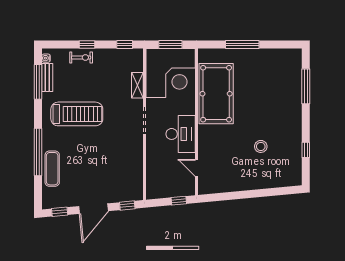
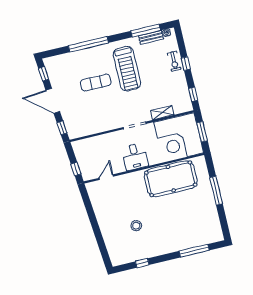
desk: (181, 134) -> (135, 157), width x0.73
exercise mat: (52, 169) -> (96, 83), moved

